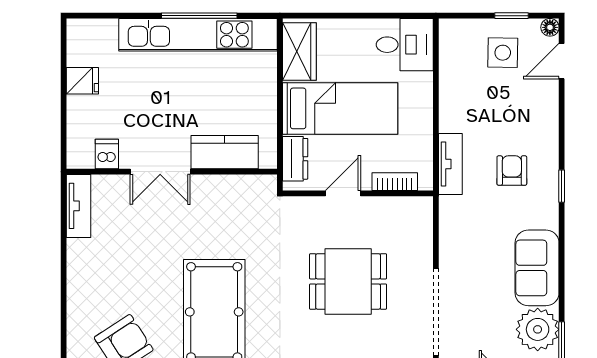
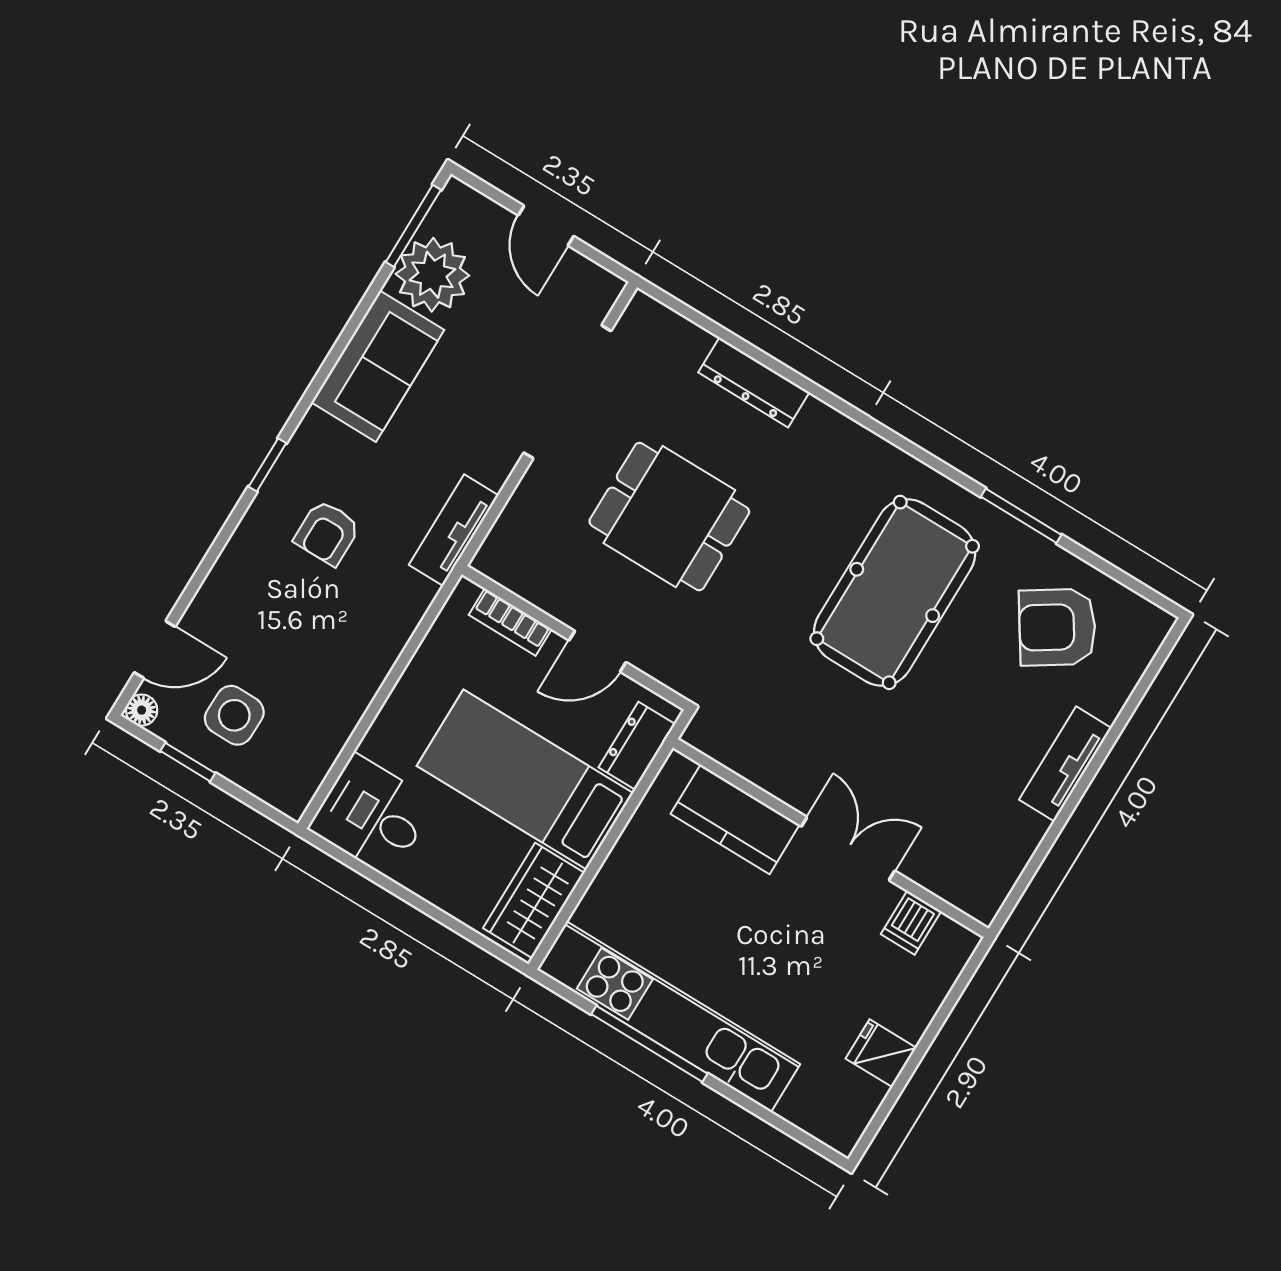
tv unit: (450, 164) -> (454, 530), moved
tv unit: (79, 206) -> (1065, 764), moved

